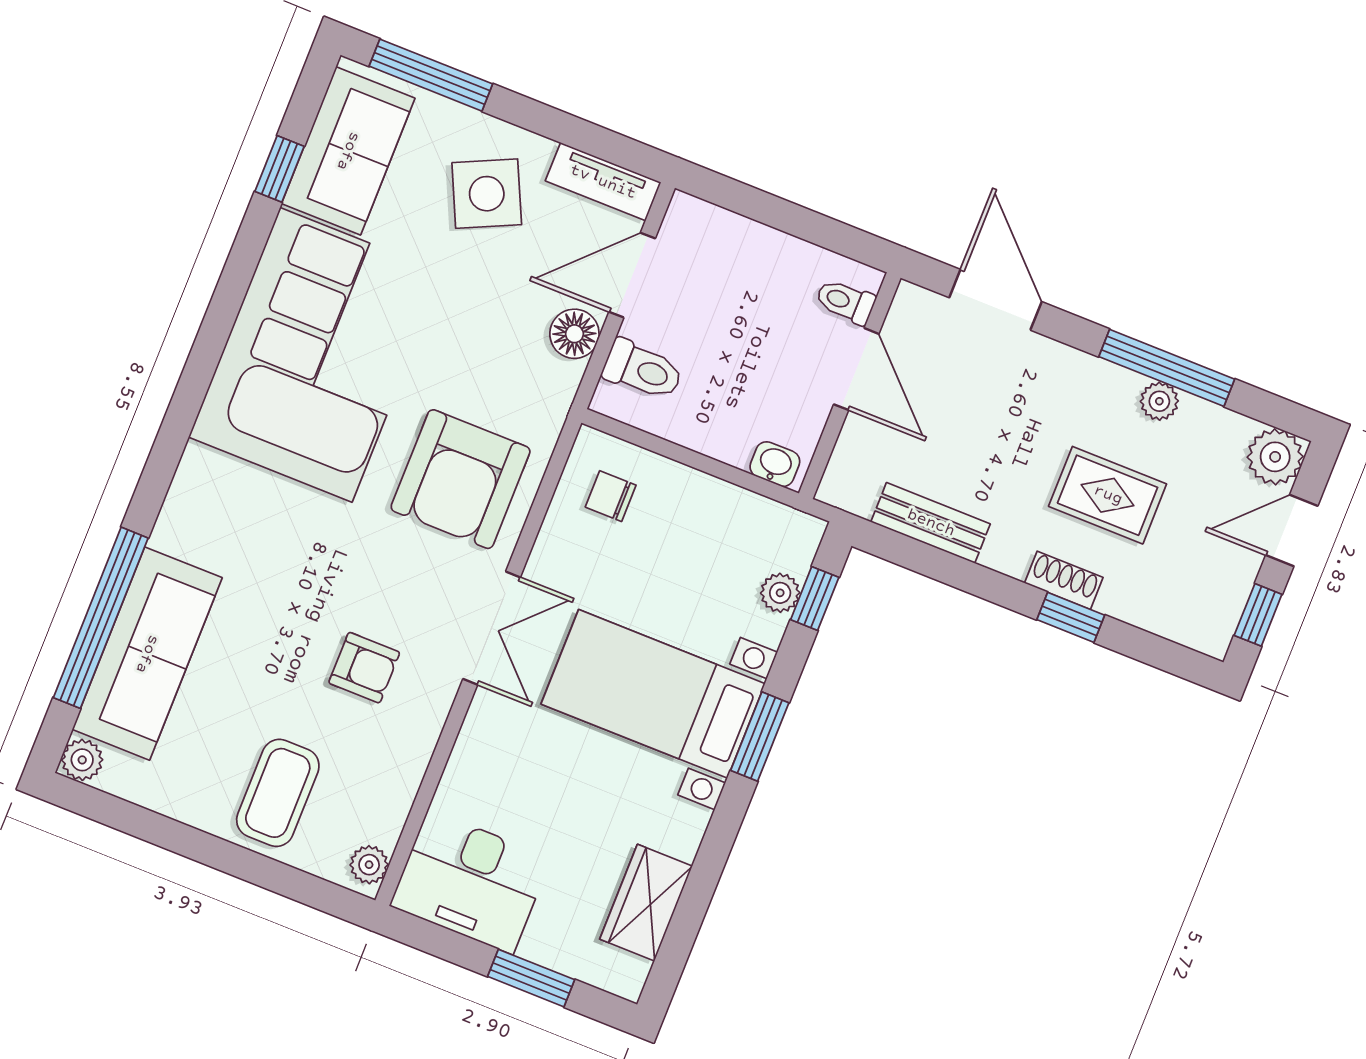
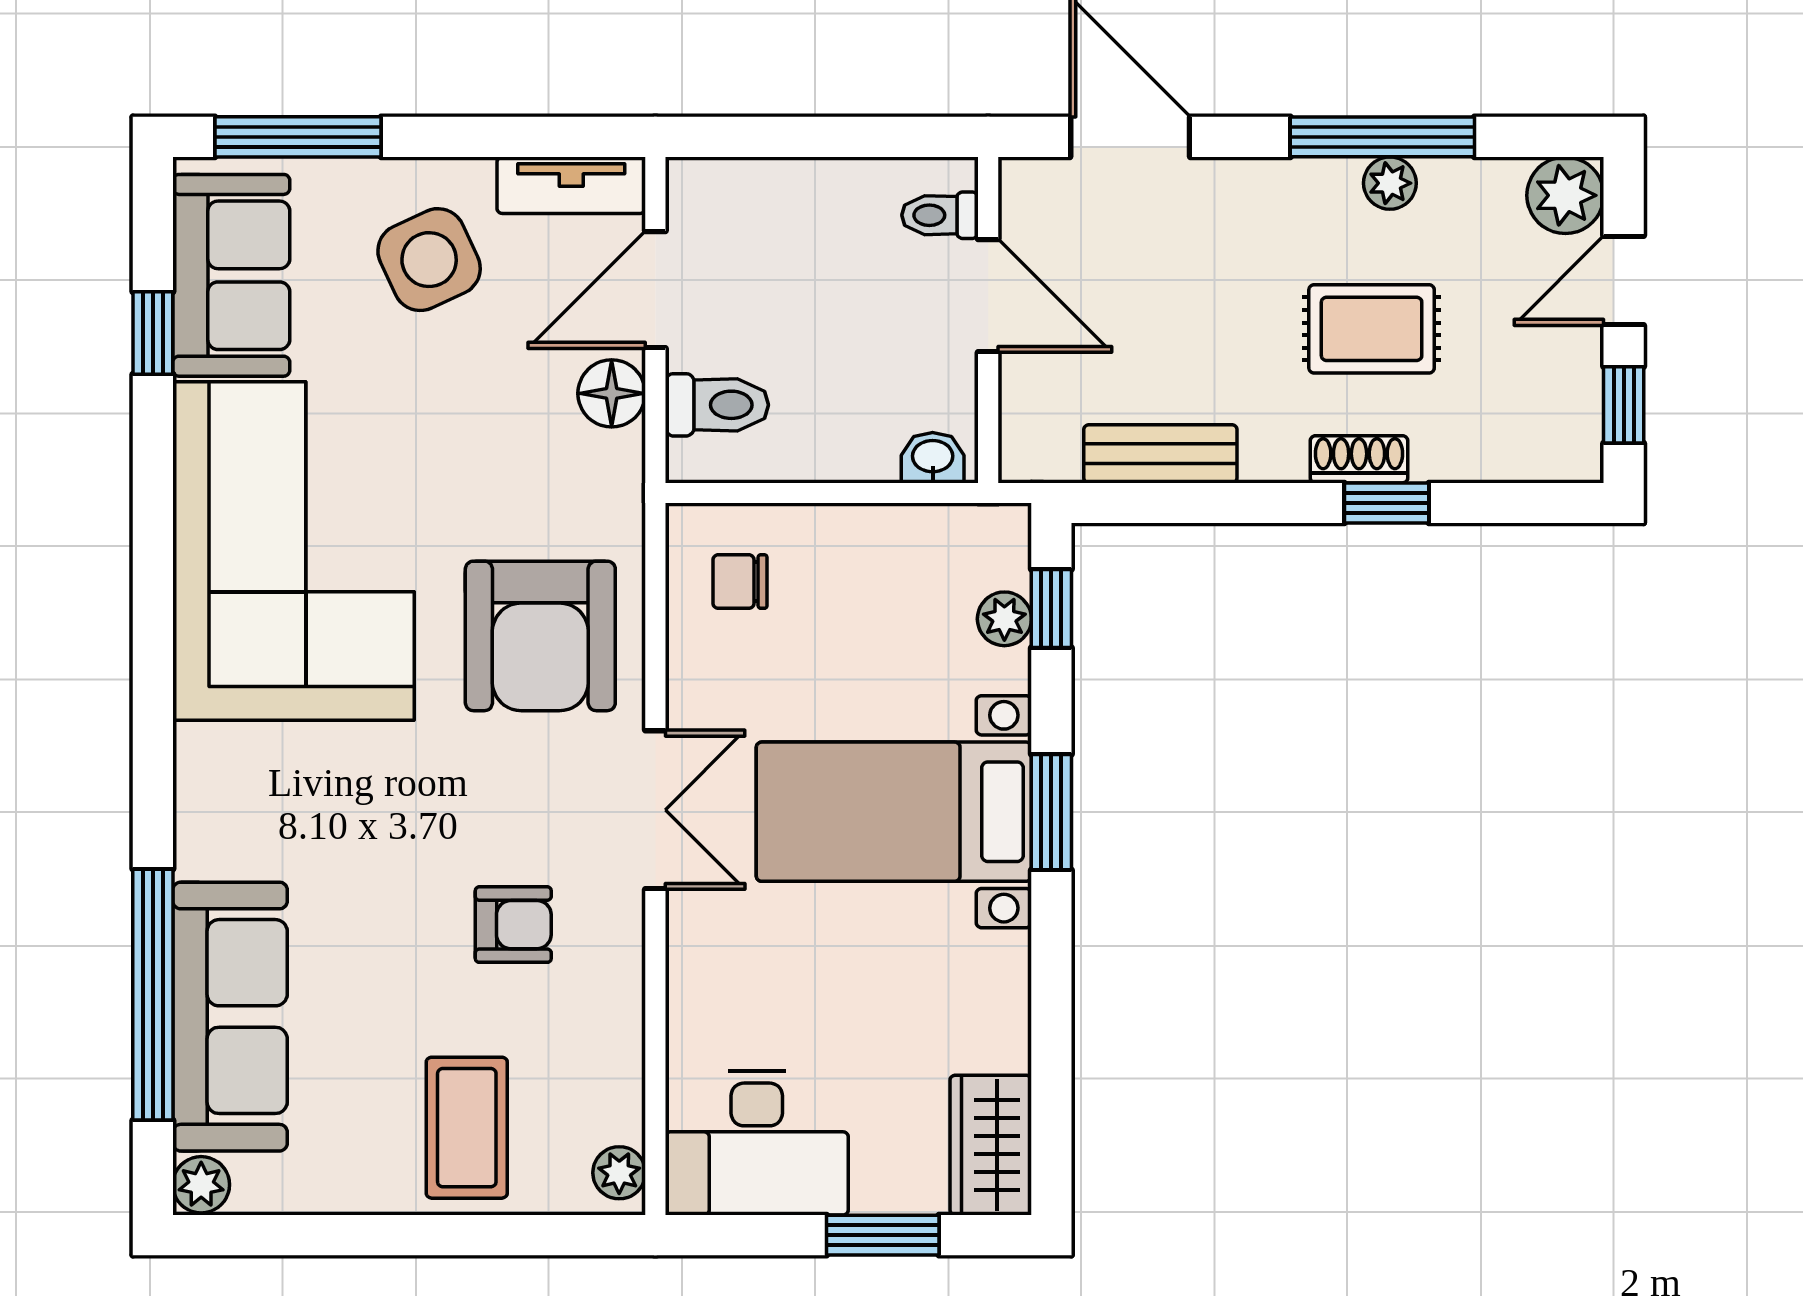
wardrobe: (646, 903) -> (991, 1145), moved

